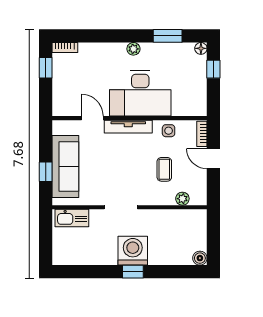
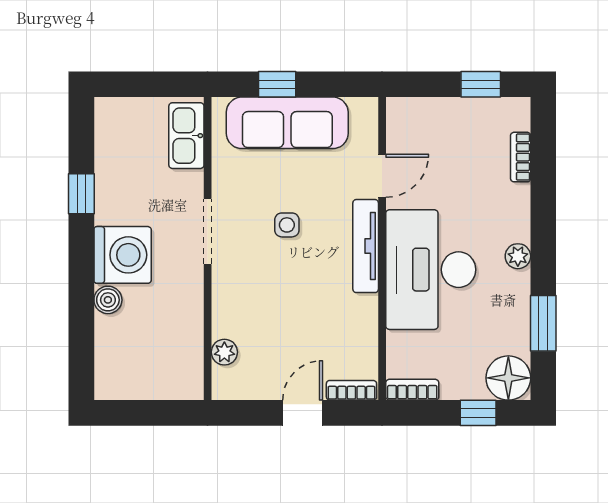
bookcase: (65, 47) -> (521, 157), moved
floor lamp: (201, 48) -> (508, 378), width x1.89, depth x1.89
bookcase: (202, 103) -> (412, 390), added
side table: (169, 131) -> (287, 225), moved
coffee table: (164, 169) -> (282, 317), removed
boiler: (200, 258) -> (108, 300), moved
window: (133, 272) -> (81, 194), moved

